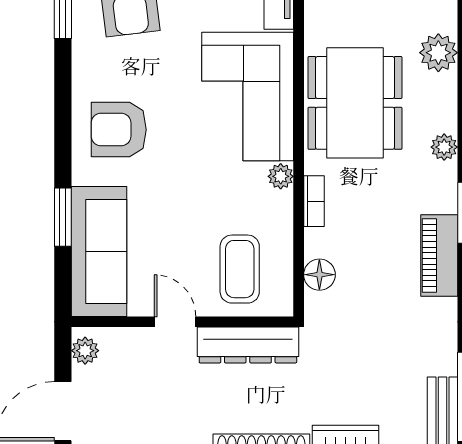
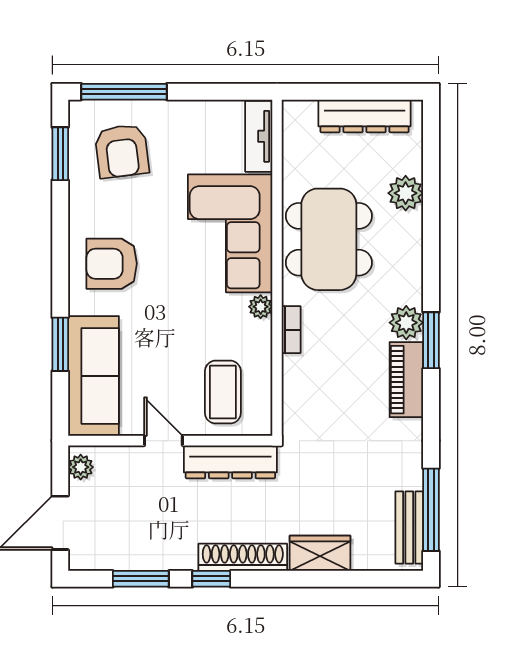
plant: (444, 147) -> (406, 323), moved, width x1.38, depth x1.38
floor lamp: (319, 275) -> (296, 397), removed

